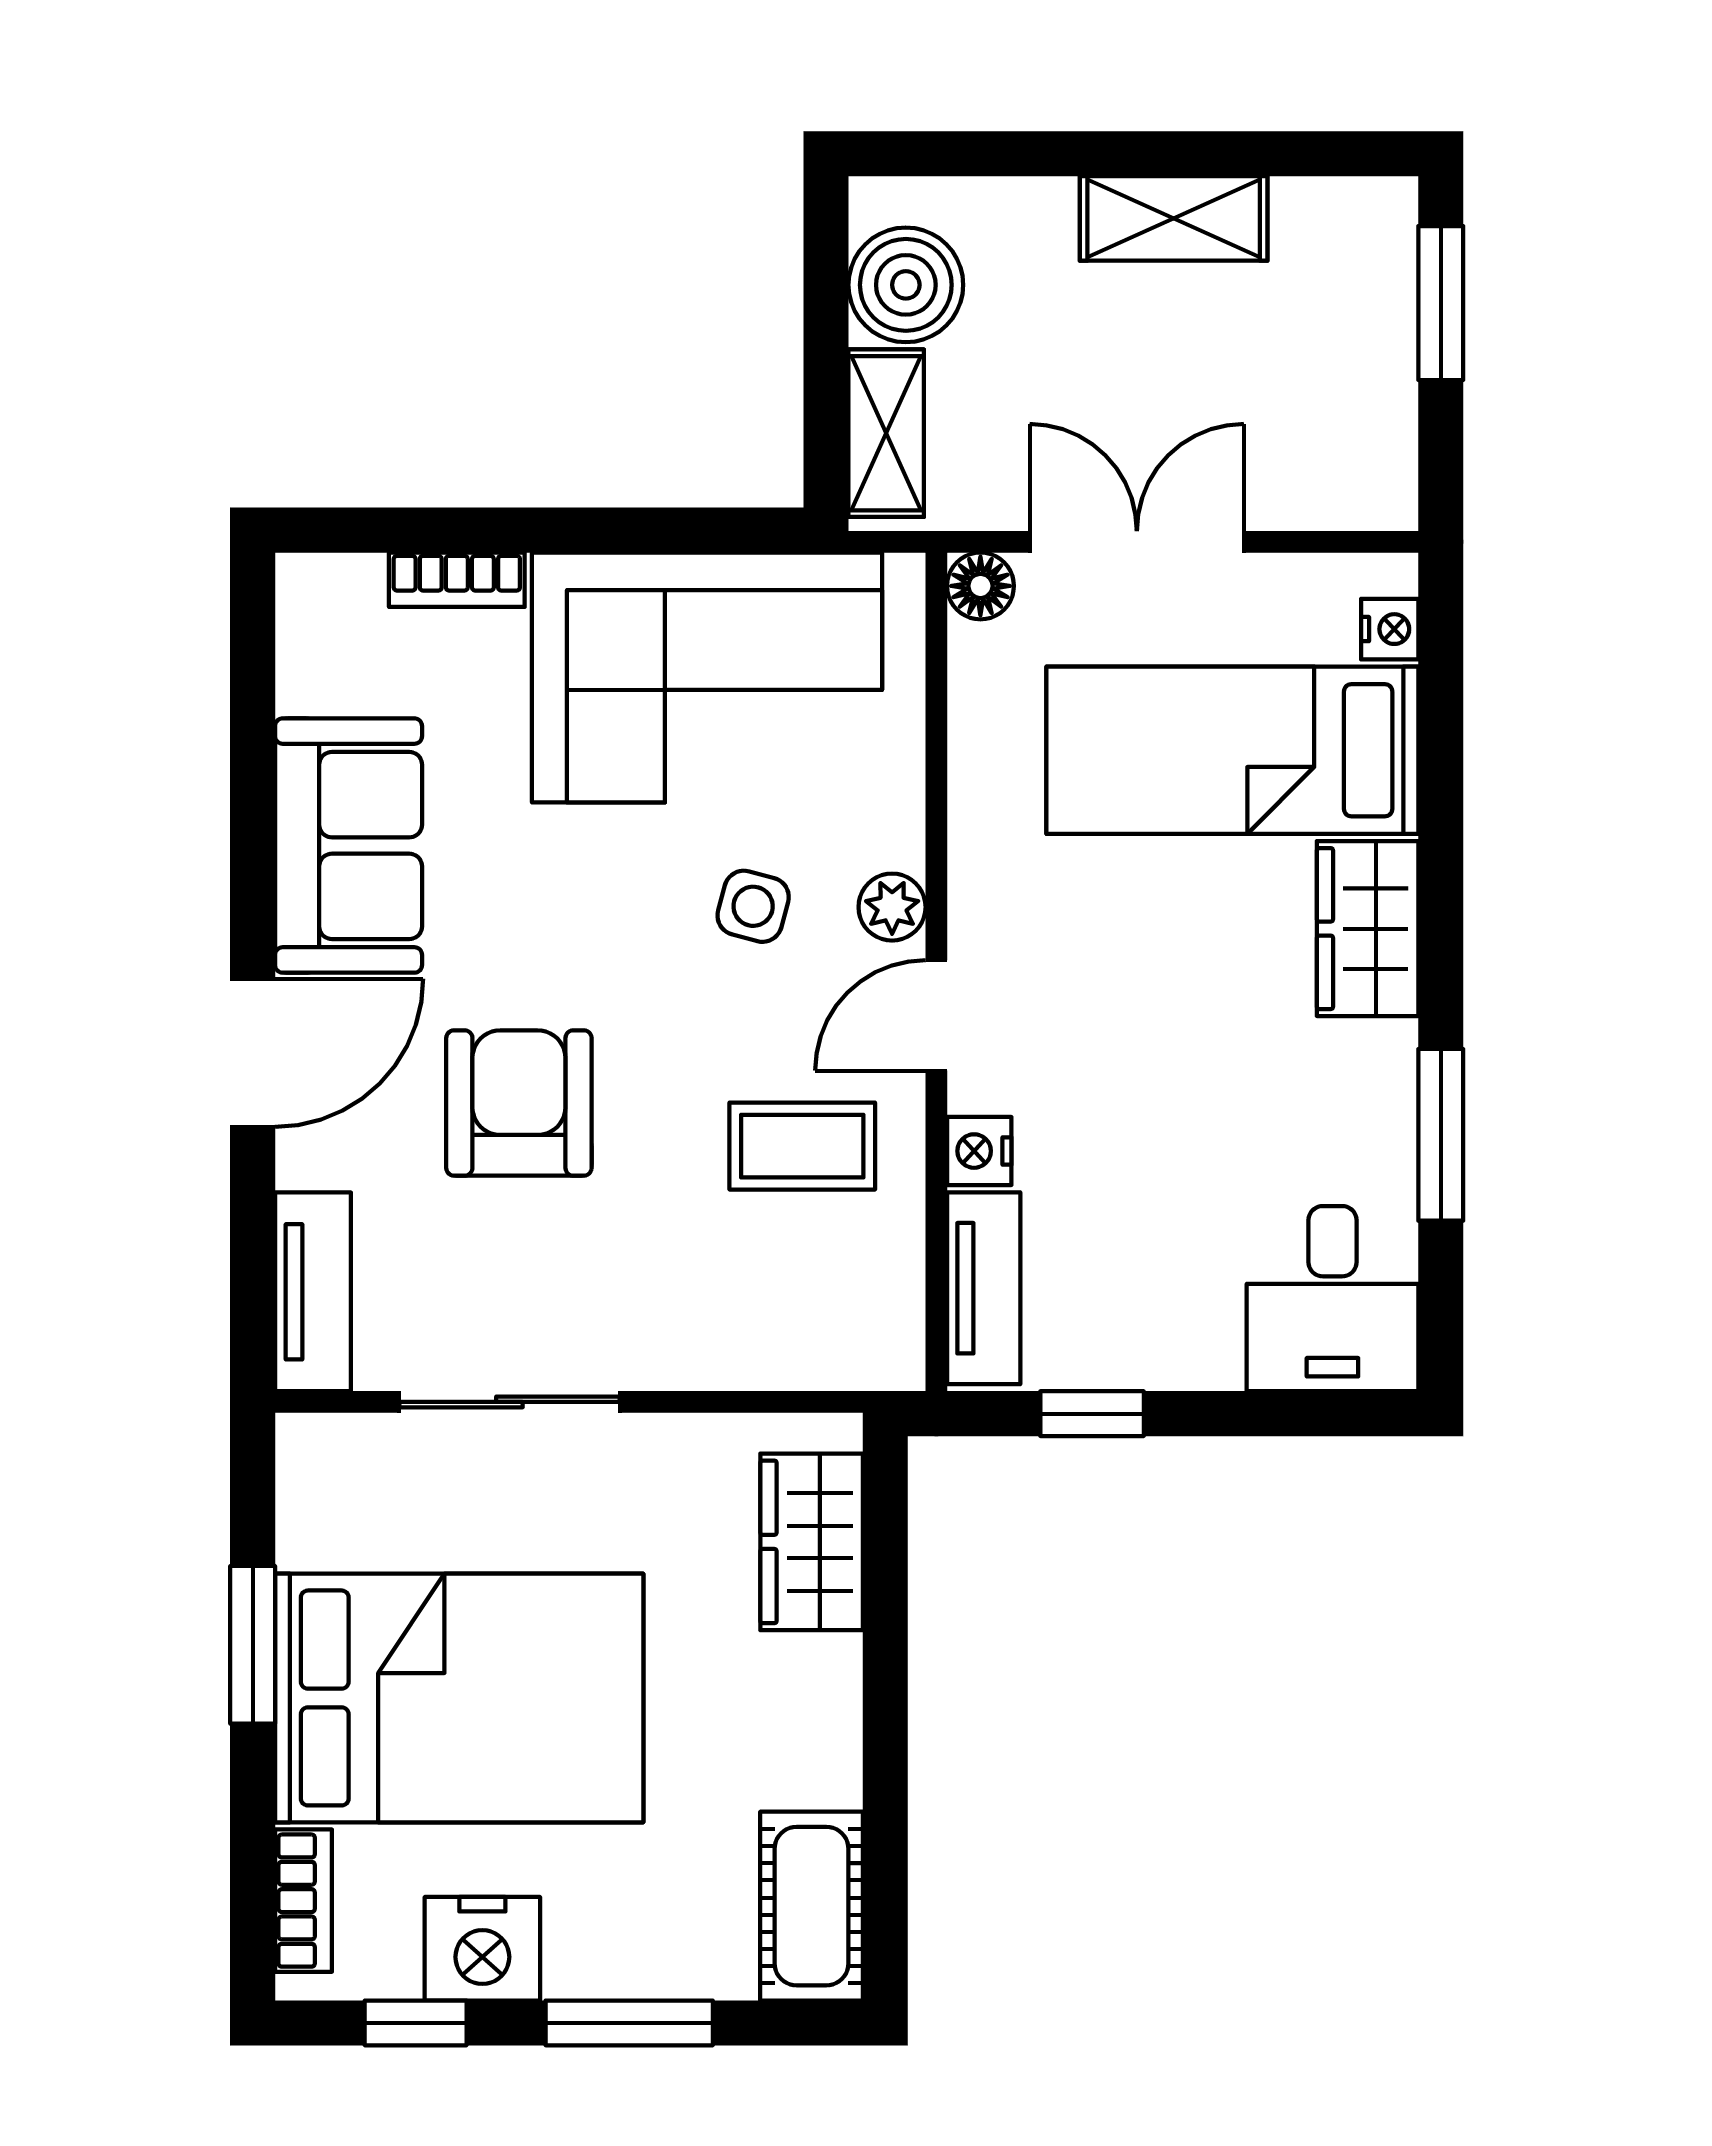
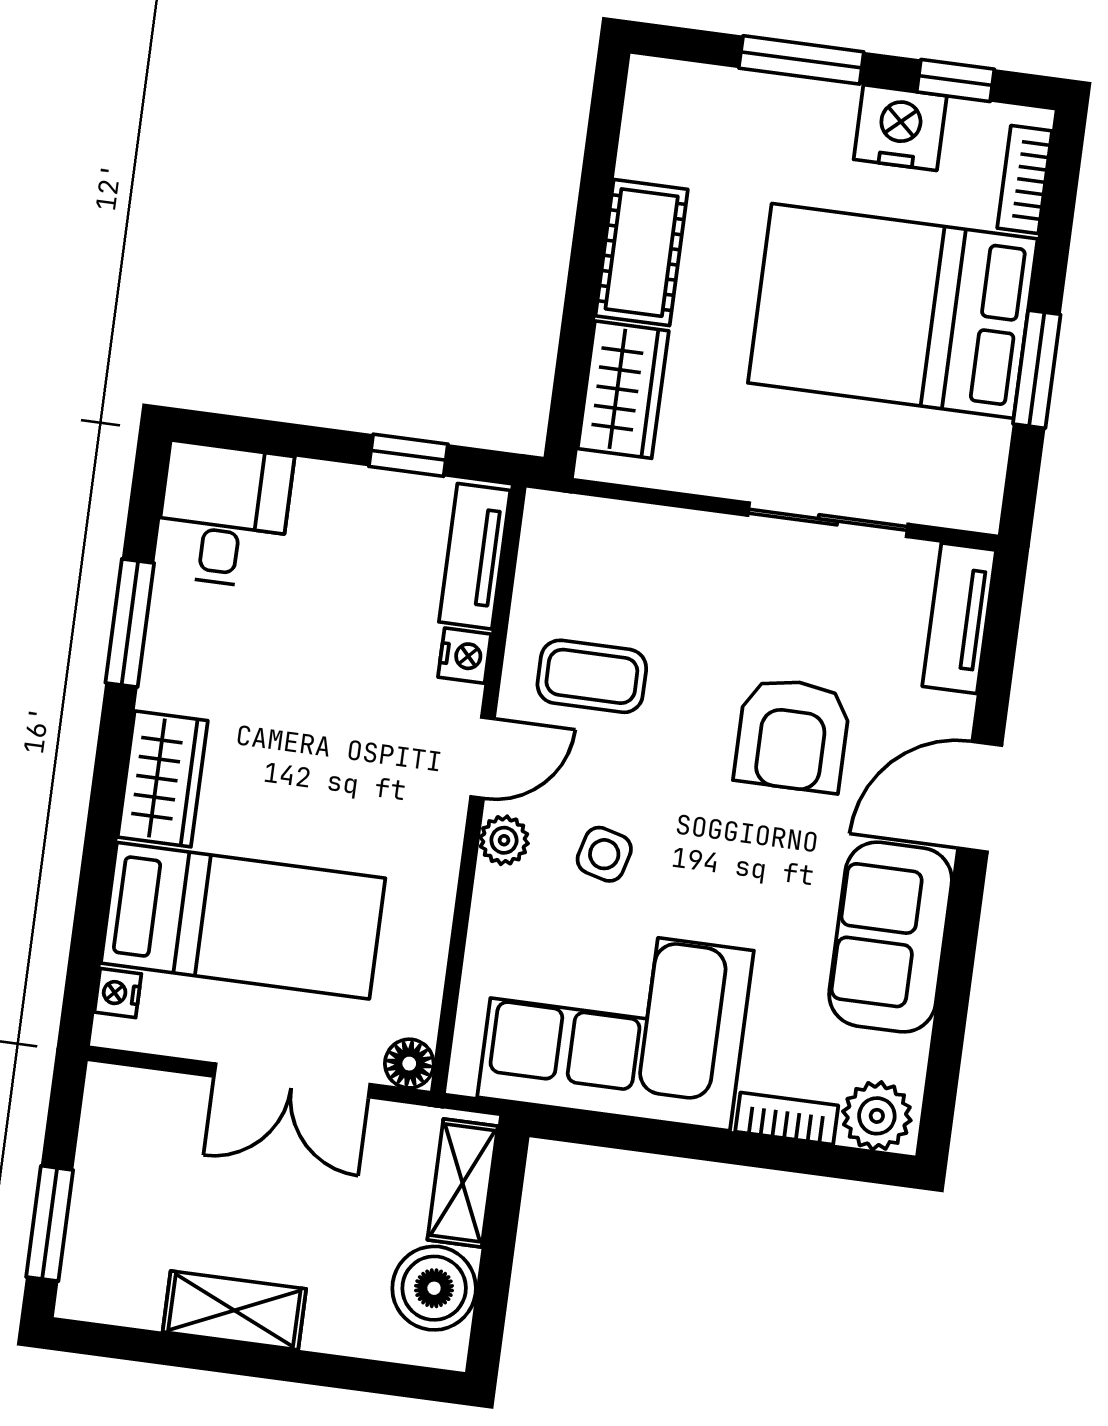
plant: (335, 600) -> (877, 1116), added
cot: (811, 1906) -> (642, 253), moved

